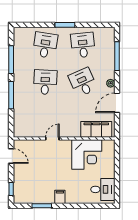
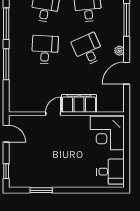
filing cabinet: (96, 129) -> (79, 103), moved
corner desk: (87, 154) -> (107, 133), moved, turned 90
filing cabinet: (60, 197) -> (62, 180), removed

